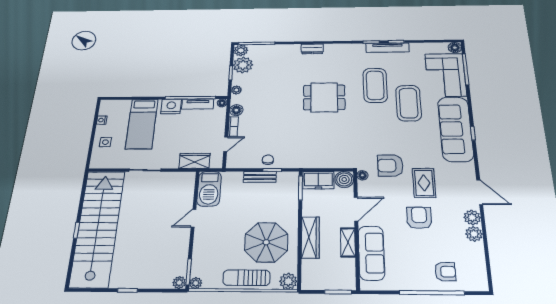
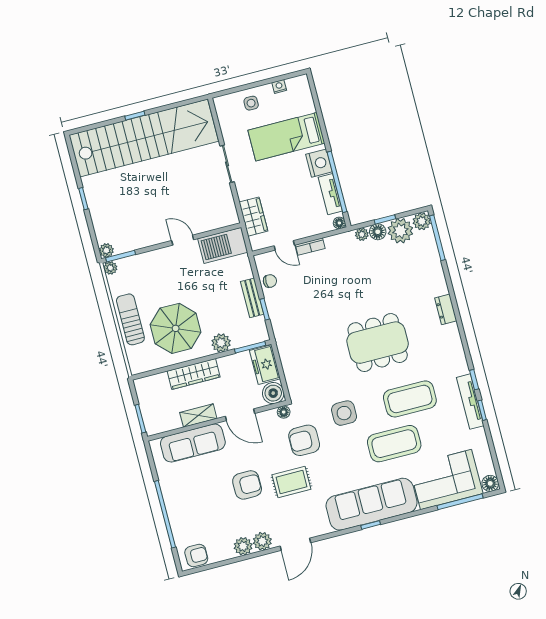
dining table: (324, 97) -> (378, 343), width x1.38
floor lamp: (236, 110) -> (378, 232), moved
side table: (375, 132) -> (344, 413), added
chair: (268, 160) -> (270, 281), moved
armchair: (390, 166) -> (304, 440), turned -90
armchair: (445, 272) -> (196, 556), moved, turned -90
plant: (288, 281) -> (221, 343), moved

